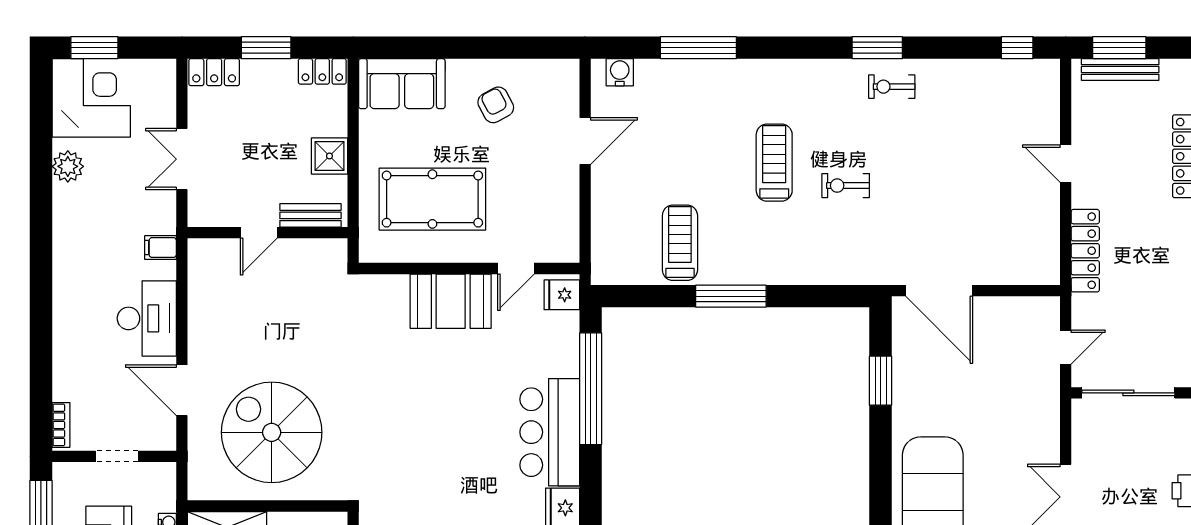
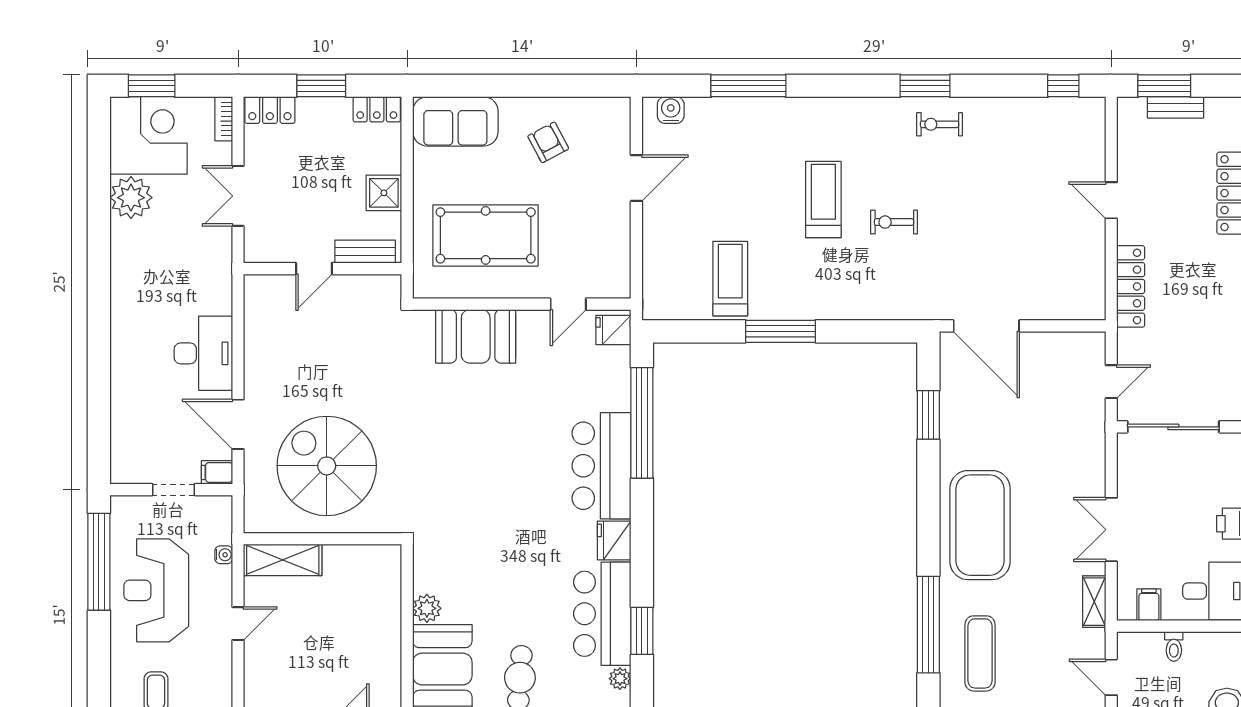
bench: (1120, 69) -> (1175, 107), width x0.73
plant: (68, 166) -> (131, 198), width x1.36, depth x1.36
filing cabinet: (161, 248) -> (217, 472), moved
booth: (451, 301) -> (476, 336), moved
bookcase: (61, 425) -> (224, 119), moved, turned 180

